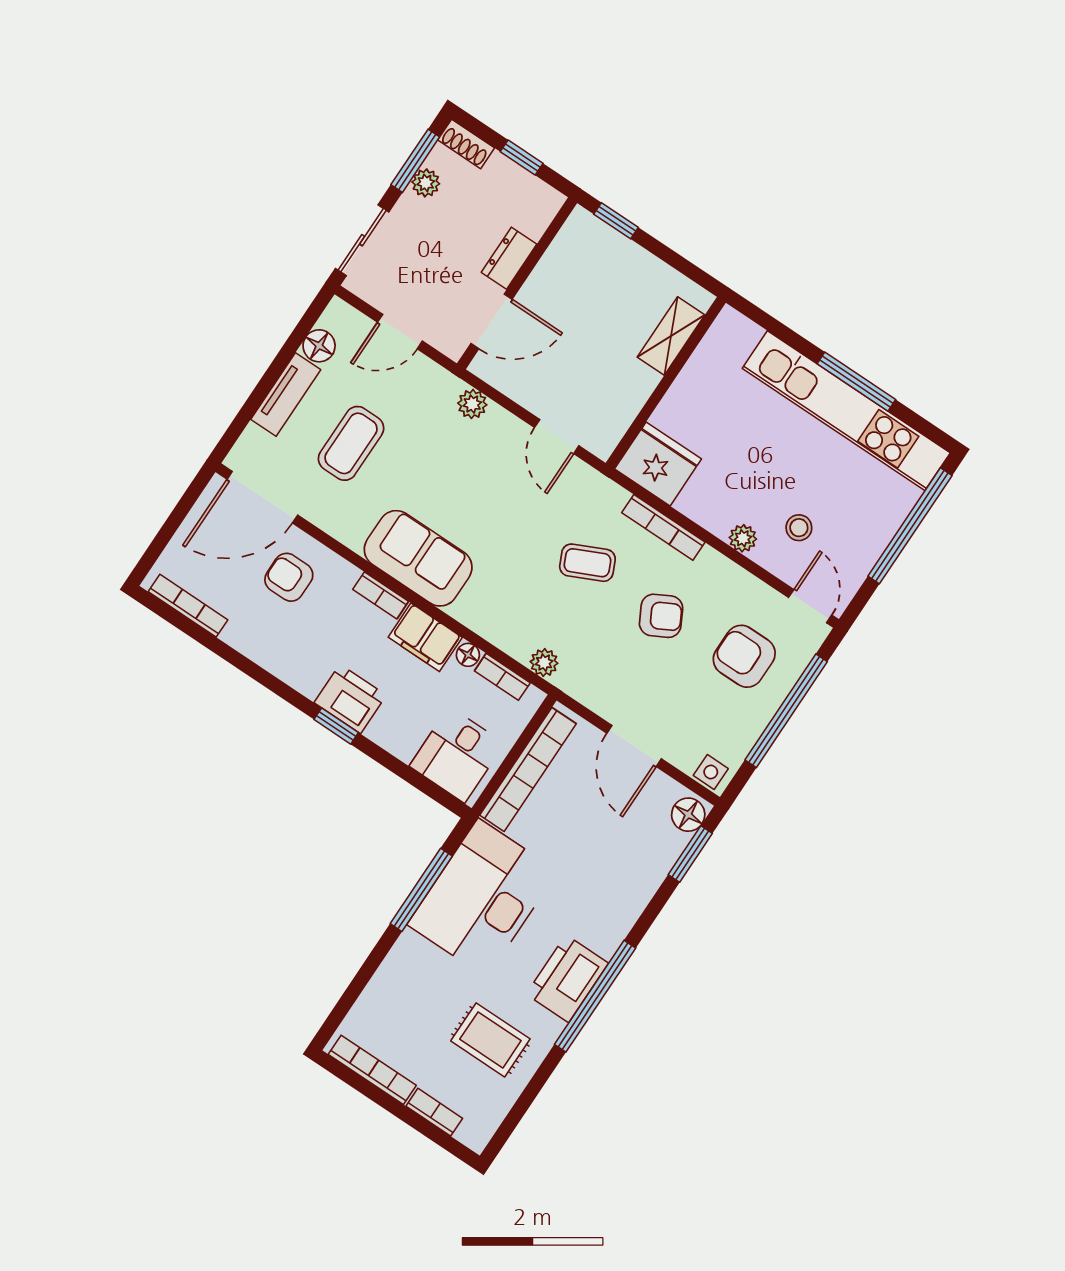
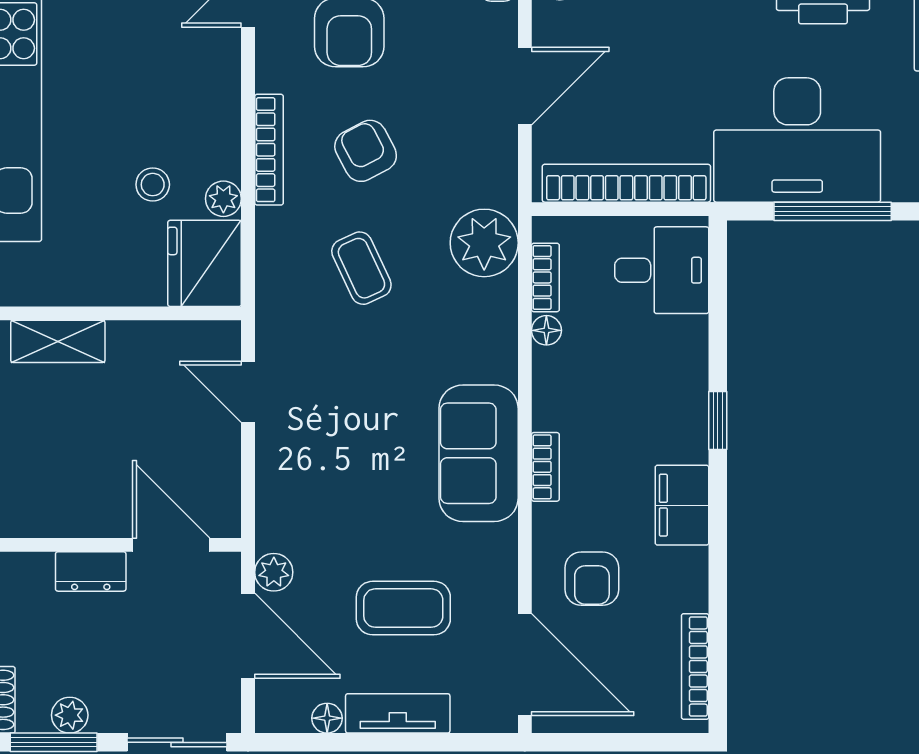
door: (400, 332) -> (248, 636), width x1.38
floor lamp: (319, 346) -> (327, 718), width x0.73, depth x0.73
plant: (472, 404) -> (274, 572), moved
door: (557, 437) -> (248, 392), swing flipped
bookcase: (663, 527) -> (269, 150), moved
stool: (799, 528) -> (153, 185), moved
plant: (743, 538) -> (223, 199), moved
filing cabinet: (425, 637) -> (682, 505), moved, turned 180
plant: (544, 663) -> (484, 243), width x1.88, depth x1.88
printer: (350, 699) -> (679, 425), removed

